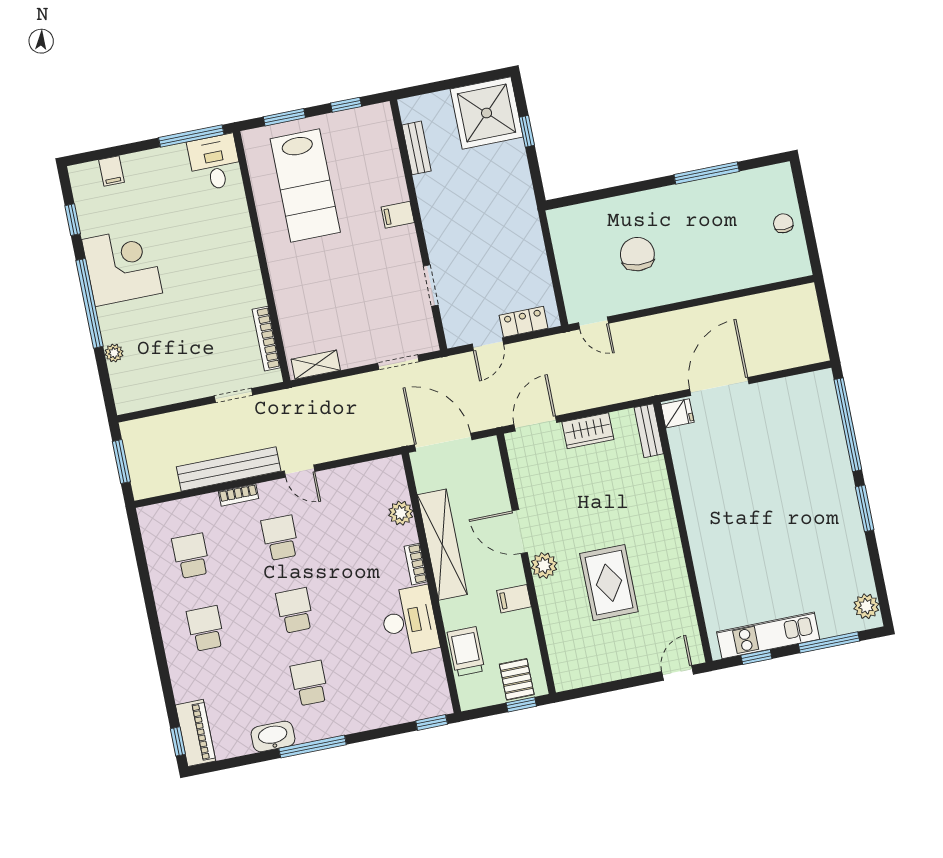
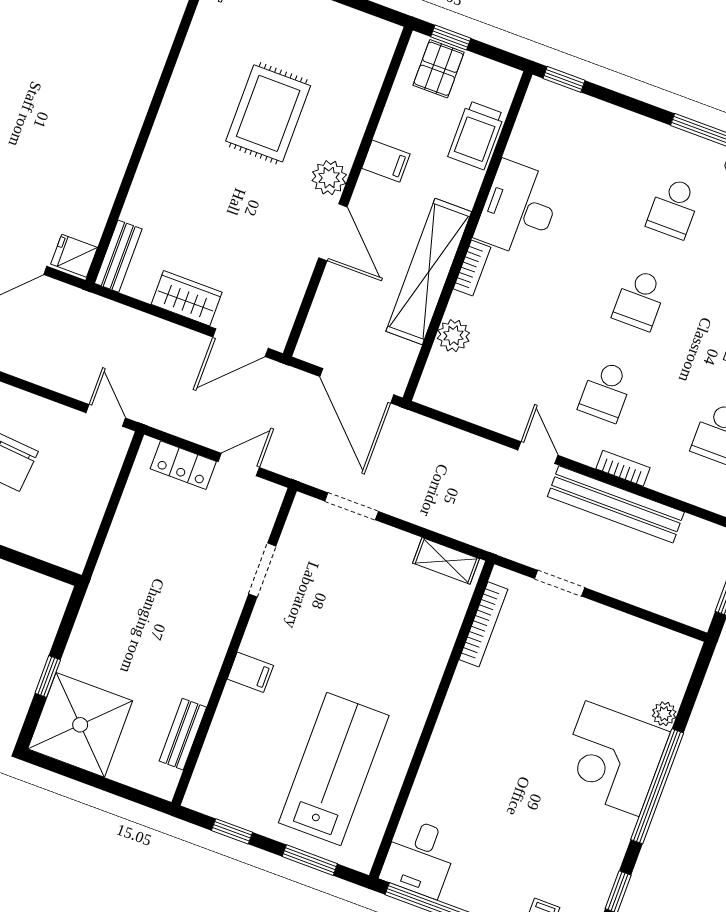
corner desk: (122, 266) -> (612, 759), moved

